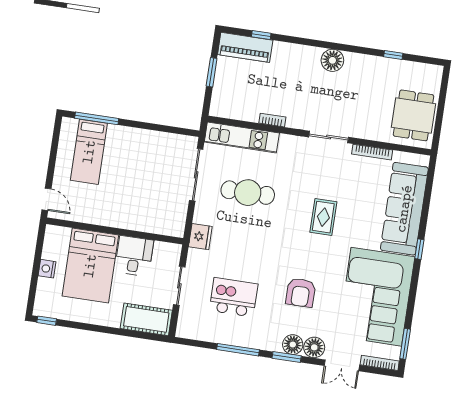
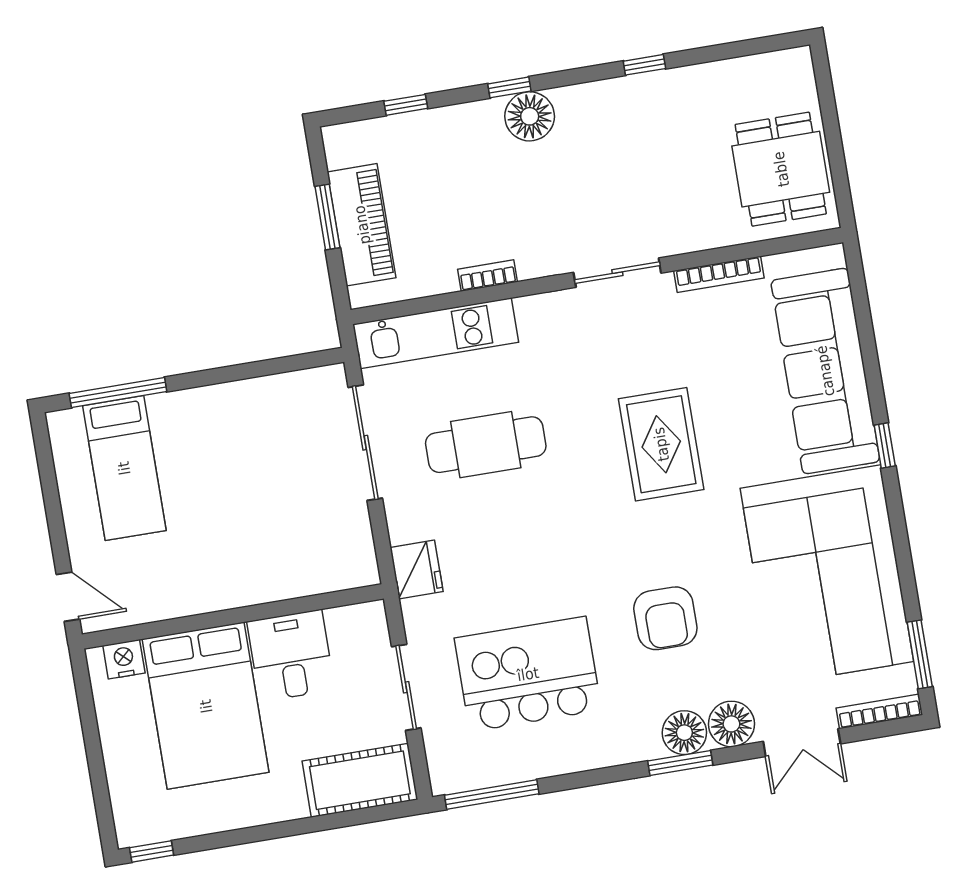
window: (308, 42) -> (509, 87), added
piano: (245, 47) -> (362, 225), moved, turned -90
window: (393, 55) -> (644, 65), moved
floor lamp: (332, 60) -> (530, 116), moved
rug: (323, 217) -> (661, 444), width x1.36, depth x1.43
nightstand: (47, 269) -> (124, 659), moved, turned 90
kitchen island: (234, 297) -> (528, 674), width x1.37, depth x1.28
window: (238, 350) -> (492, 795), moved

